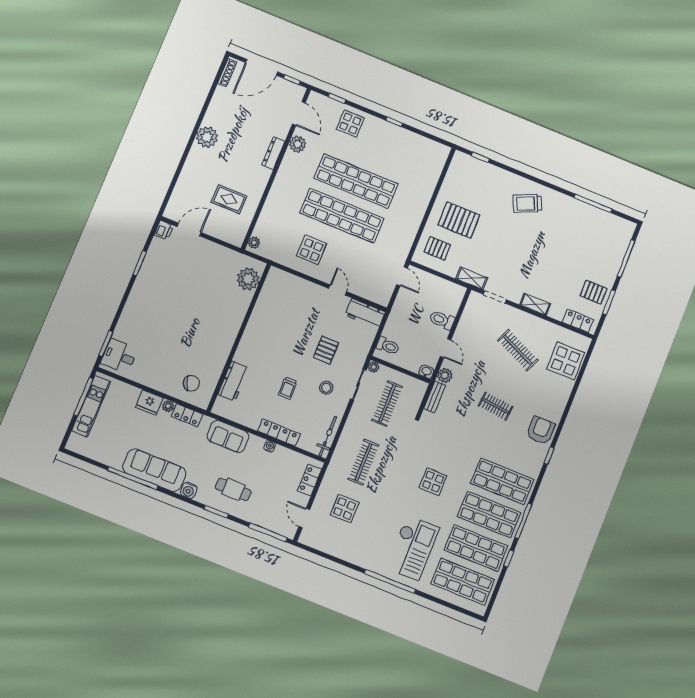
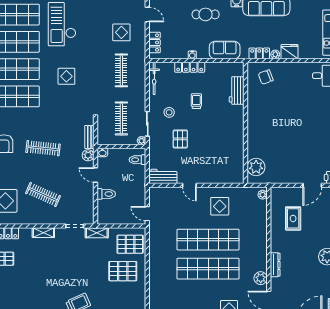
rug: (229, 199) -> (293, 218), turned 90
pallet: (437, 248) -> (130, 244), width x1.50, depth x1.42
clothes rail: (496, 406) -> (43, 148), width x1.36

